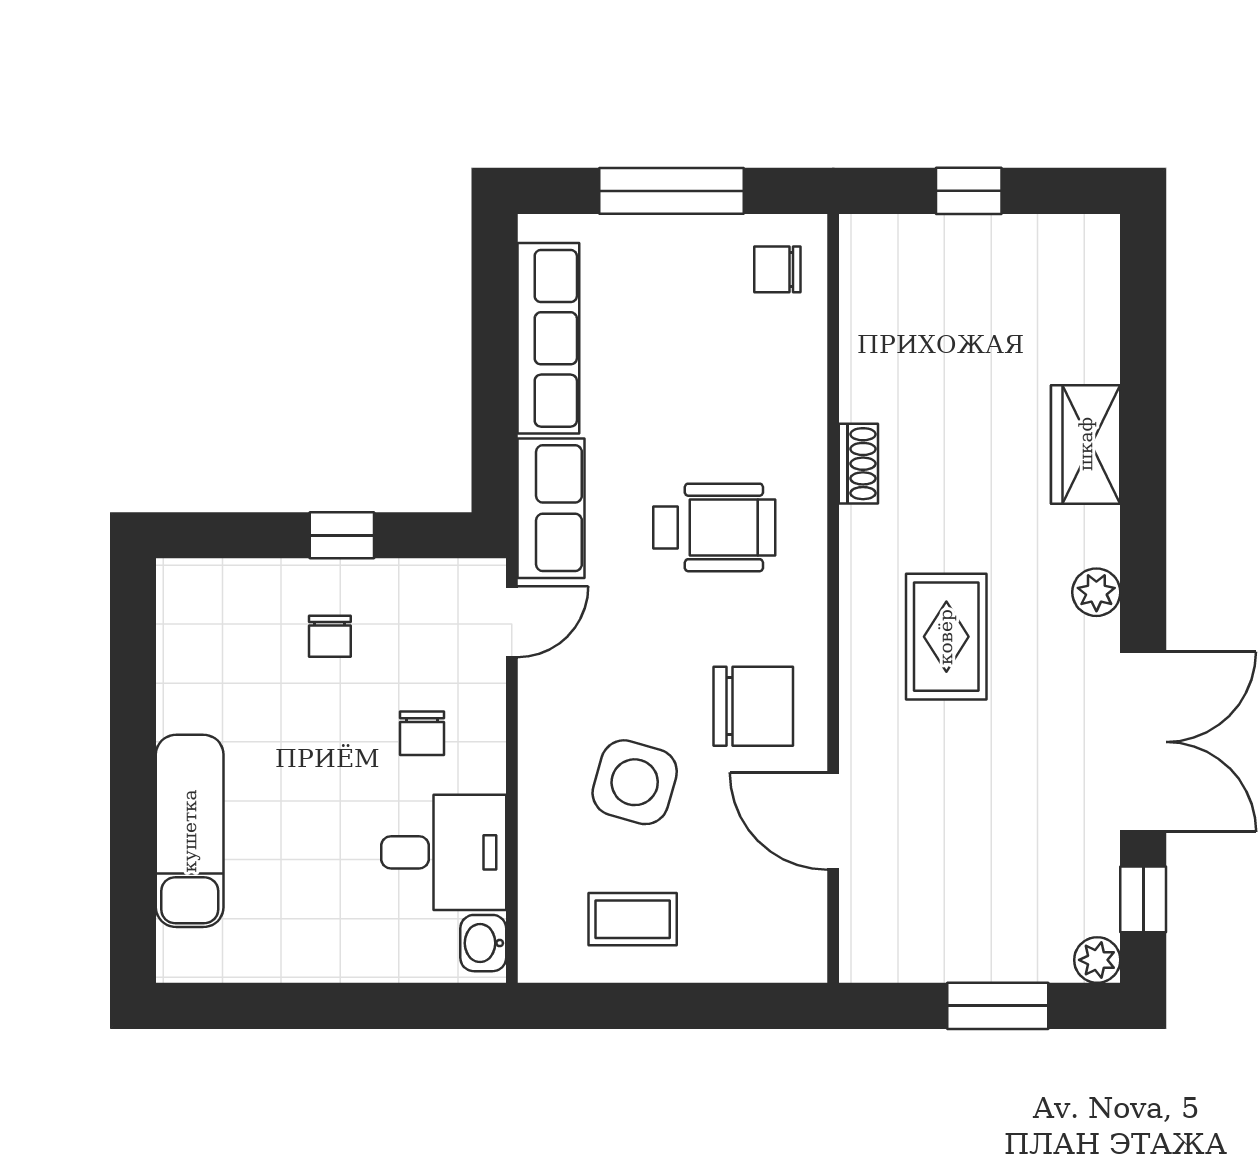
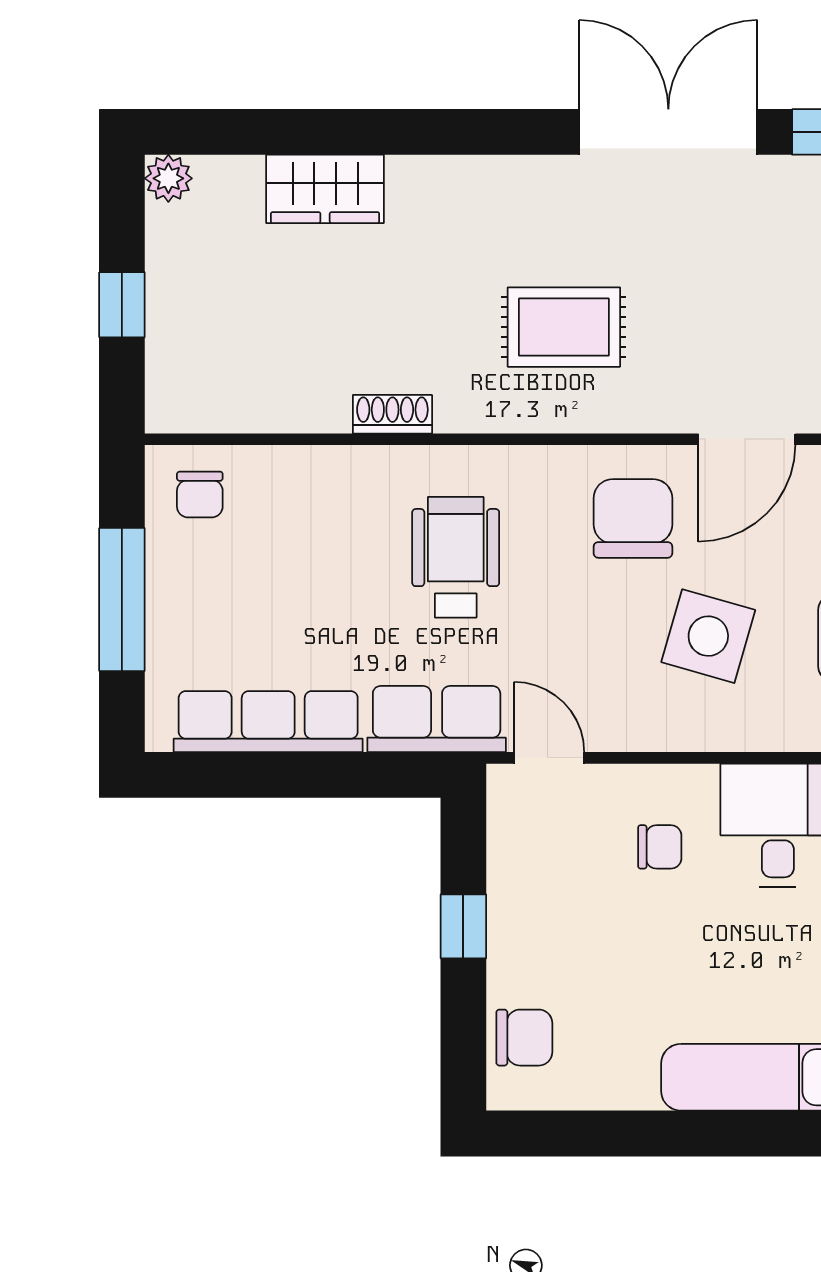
wardrobe: (1086, 444) -> (325, 189), moved
plant: (1096, 592) -> (168, 178), moved
chair: (330, 636) -> (524, 1038), moved, width x1.37, depth x1.37

